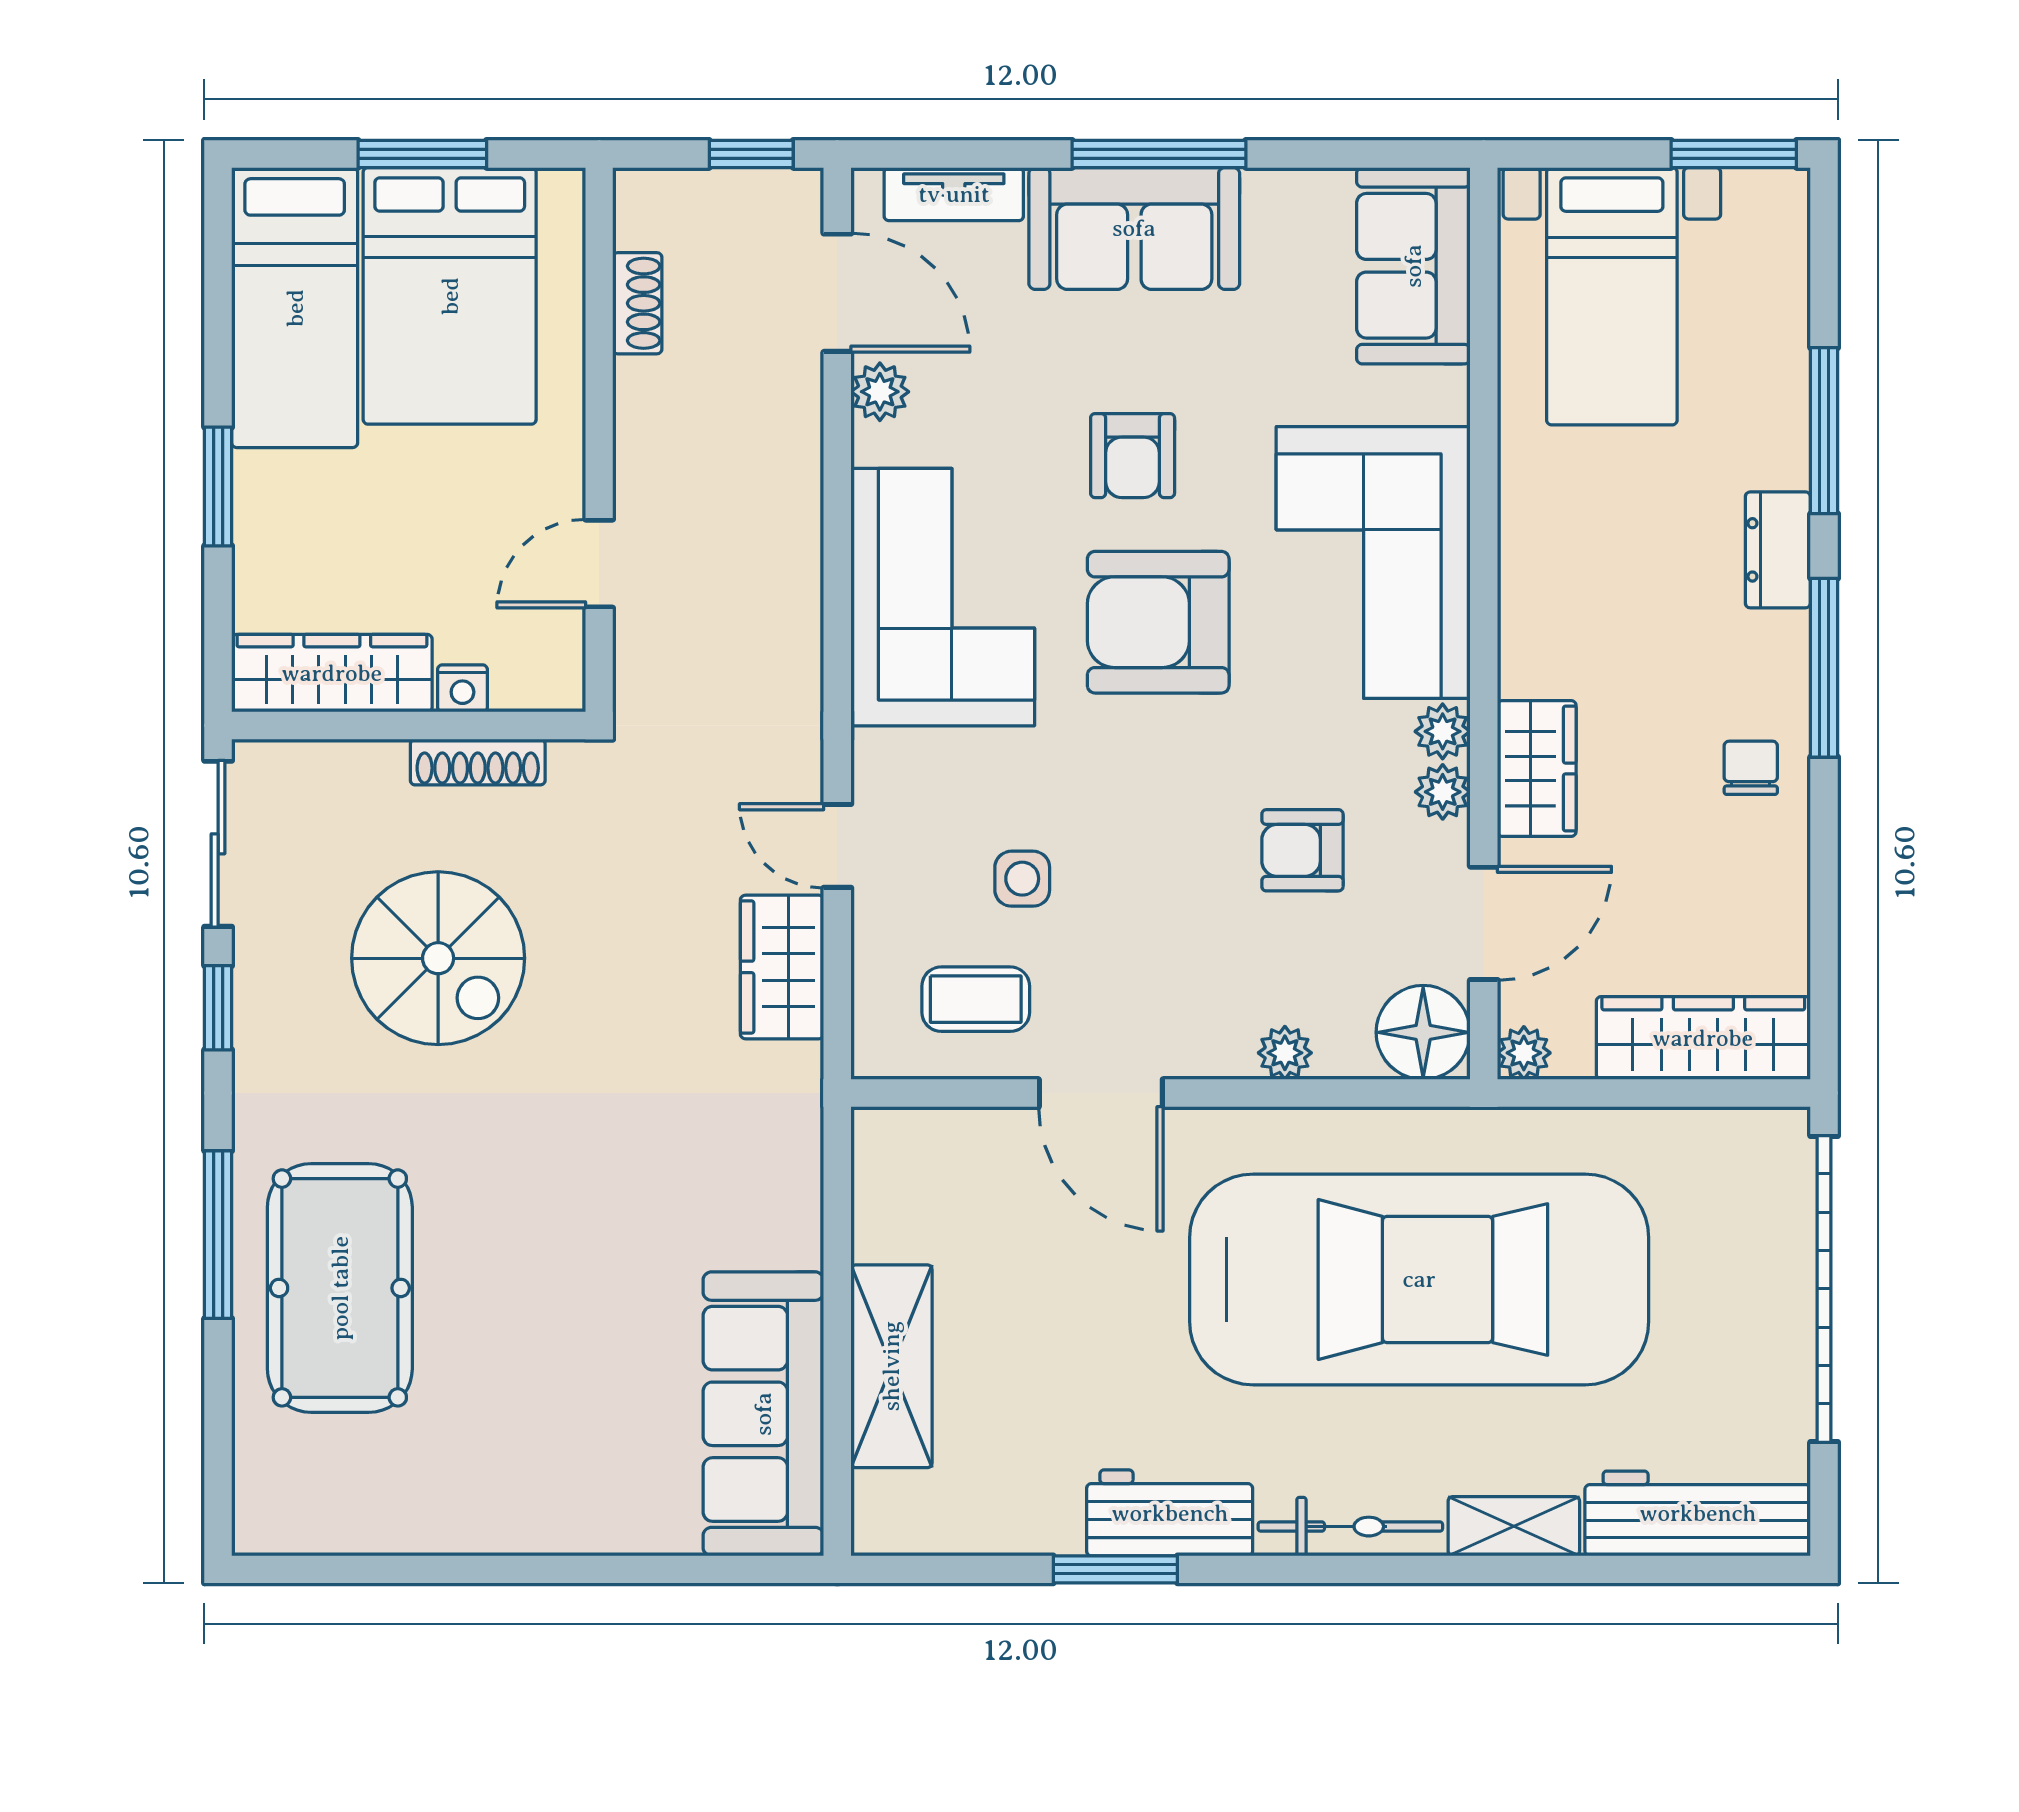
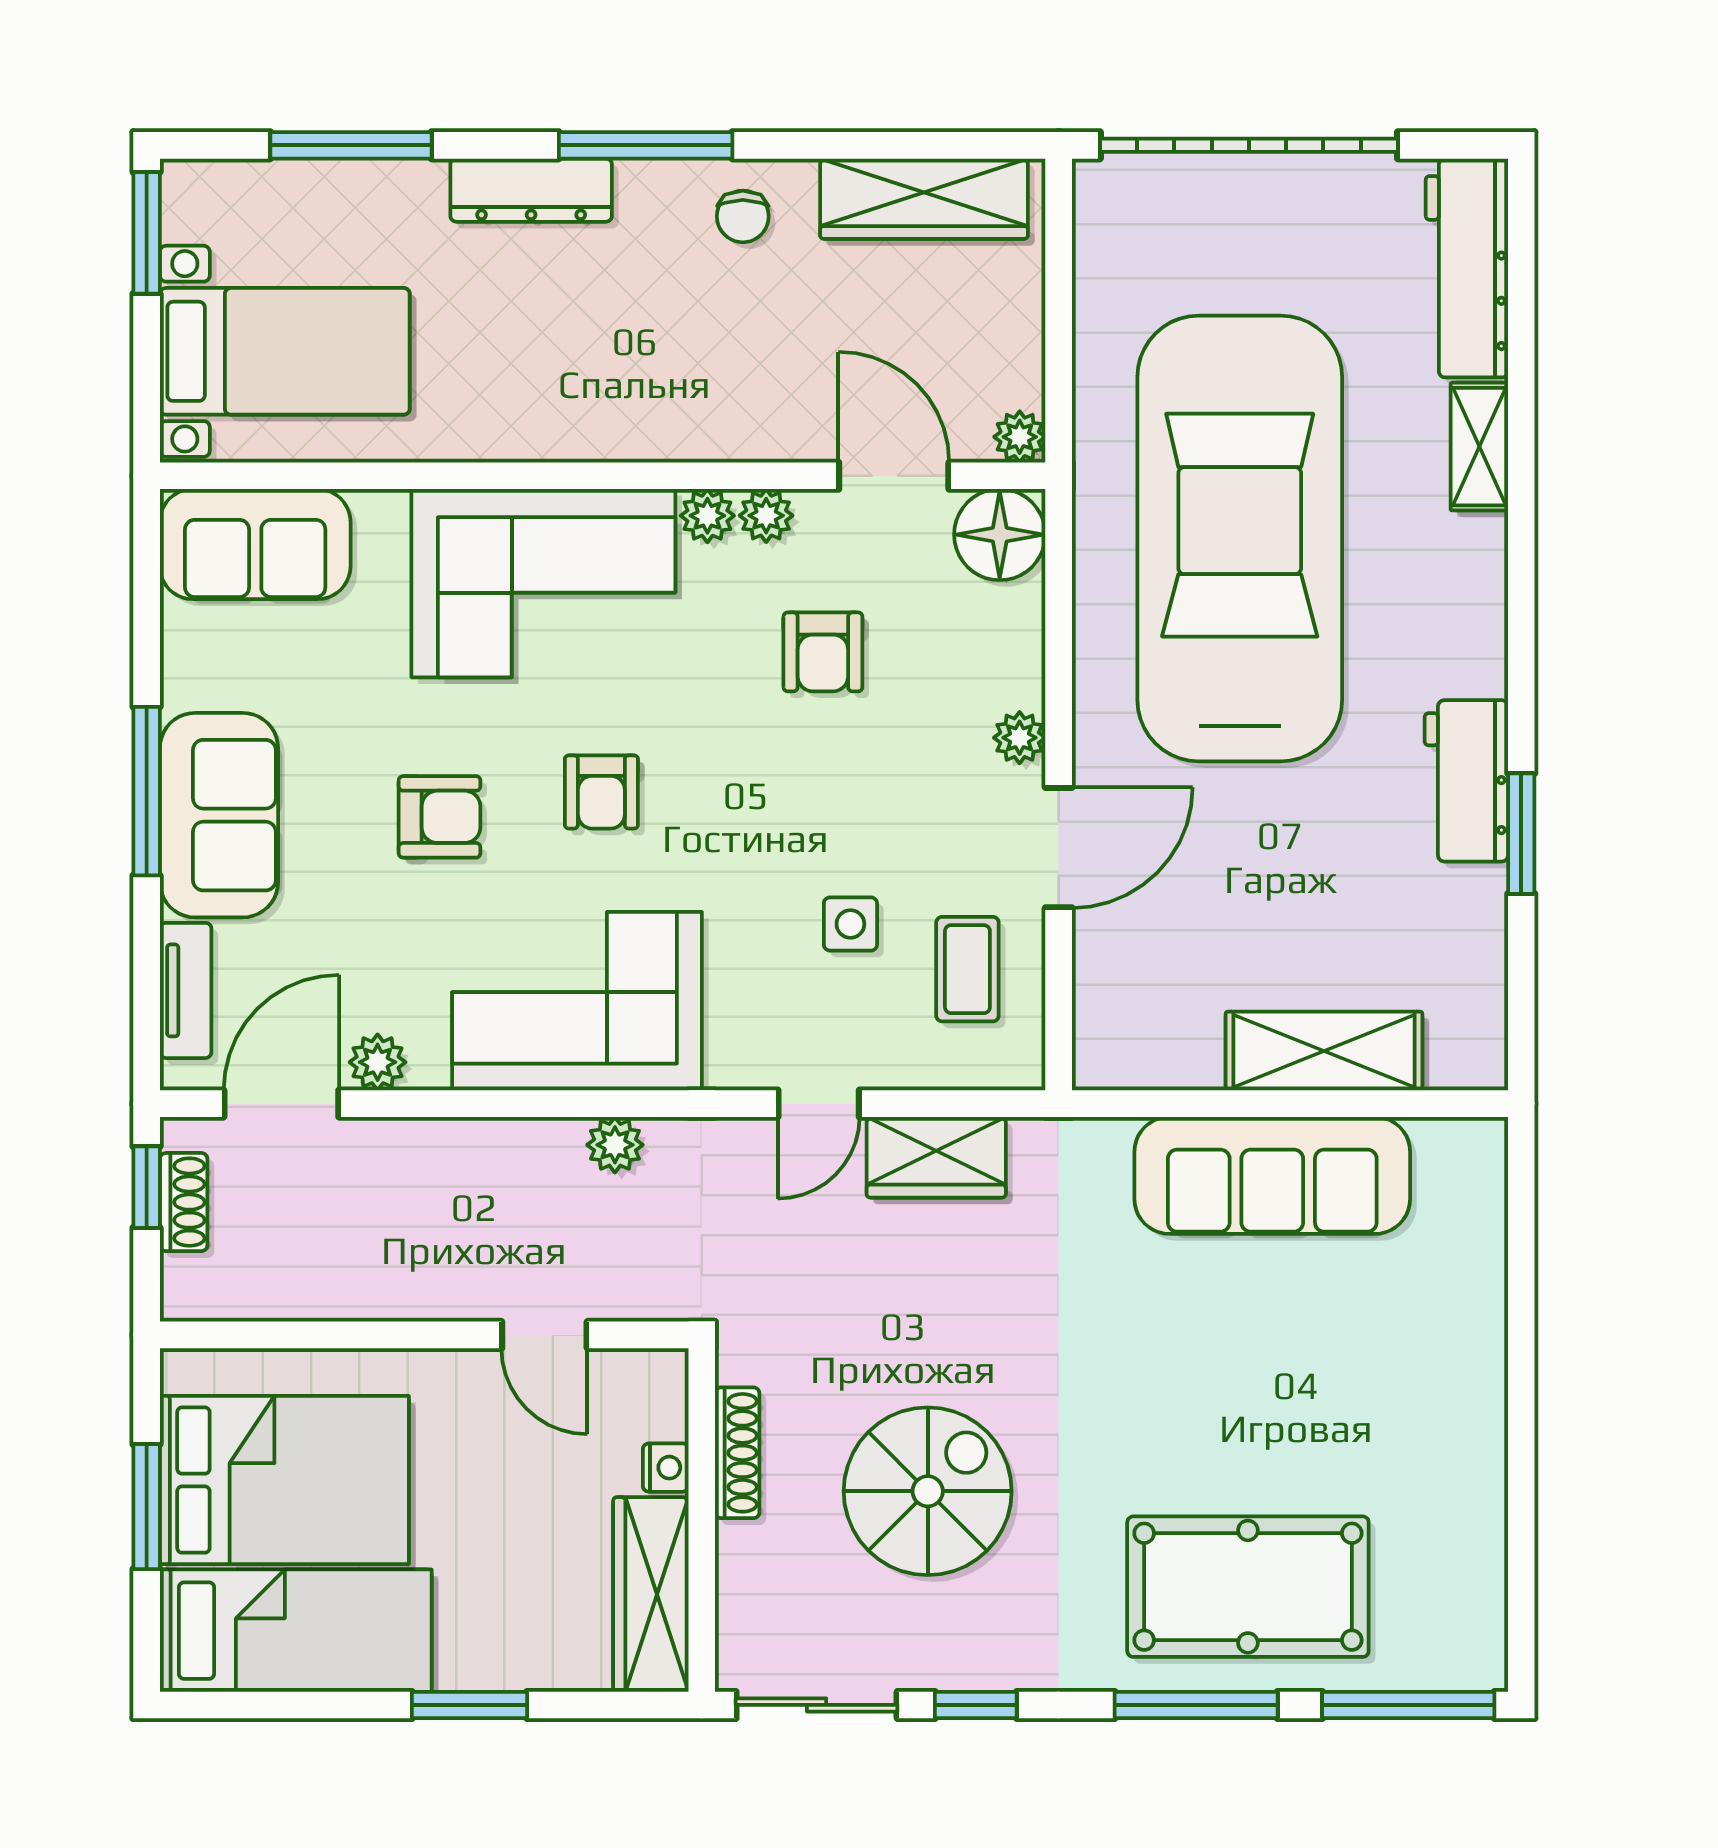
shoe rack: (637, 303) -> (184, 1202), moved, turned 90
window: (1824, 431) -> (351, 145), moved
dresser: (1778, 550) -> (531, 190), width x1.44
armchair: (1158, 622) -> (601, 792), width x0.53, depth x0.53
plant: (795, 636) -> (615, 1145), added
chair: (1751, 768) -> (743, 216), turned -90
wardrobe: (1537, 769) -> (743, 424), removed
wardrobe: (1703, 1038) -> (924, 199), moved, turned -90
plant: (1285, 1053) -> (1020, 738), moved
sofa: (763, 1414) -> (1272, 1175), moved
window: (218, 1453) -> (1408, 1705), added
bicycle: (1350, 1527) -> (1480, 605), removed

